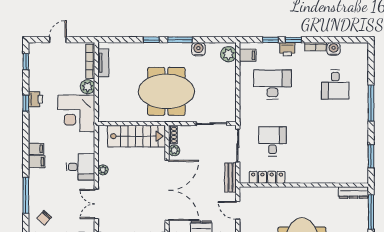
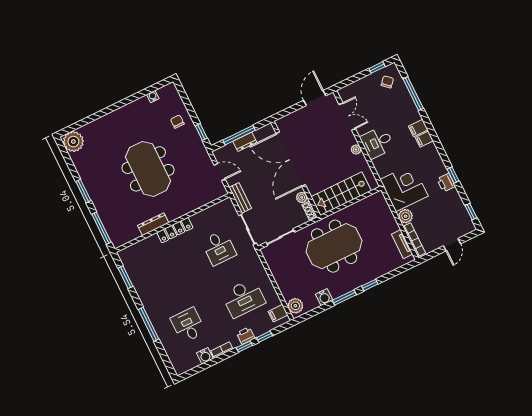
locker: (267, 177) -> (175, 230), moved
dresser: (353, 192) -> (153, 224), moved

